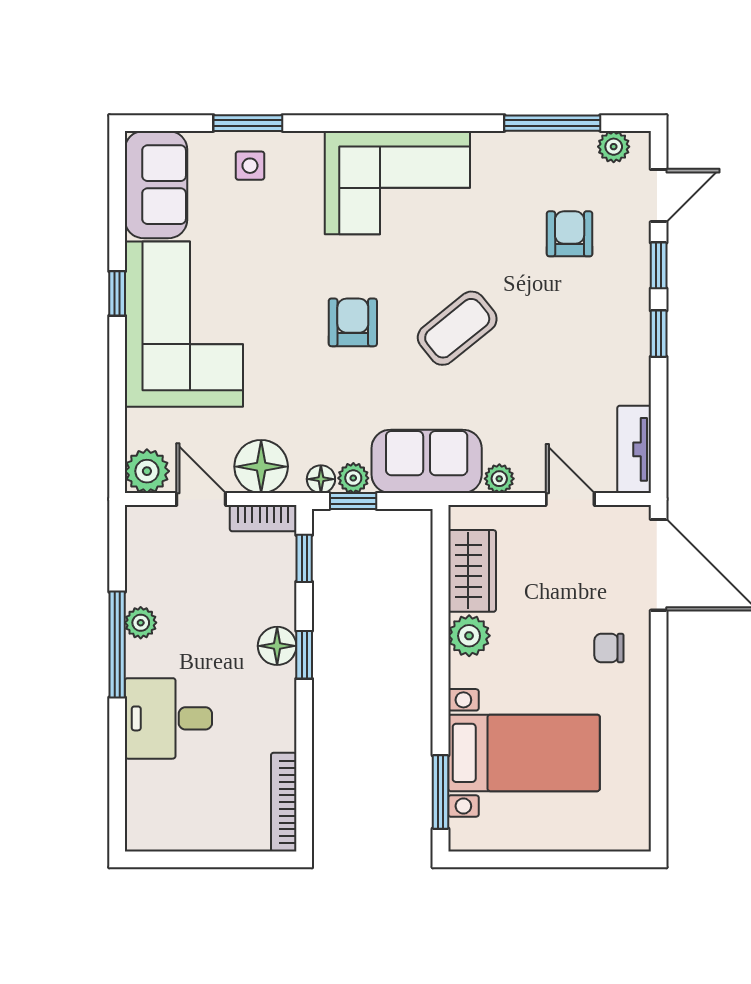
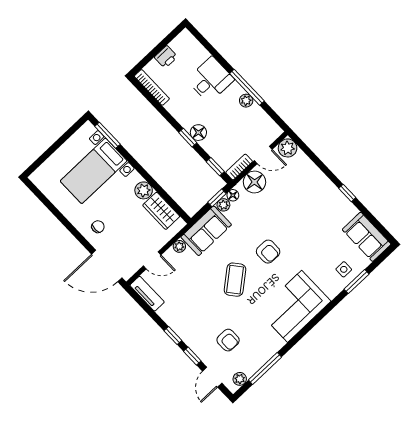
corner sofa: (184, 324) -> (318, 203), removed
printer: (208, 832) -> (166, 57), added

